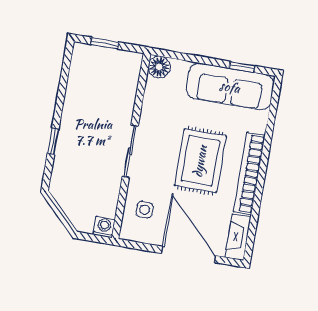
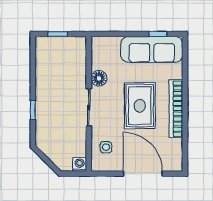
floor lamp: (159, 67) -> (99, 78), moved
fireplace: (238, 237) -> (176, 155), removed

